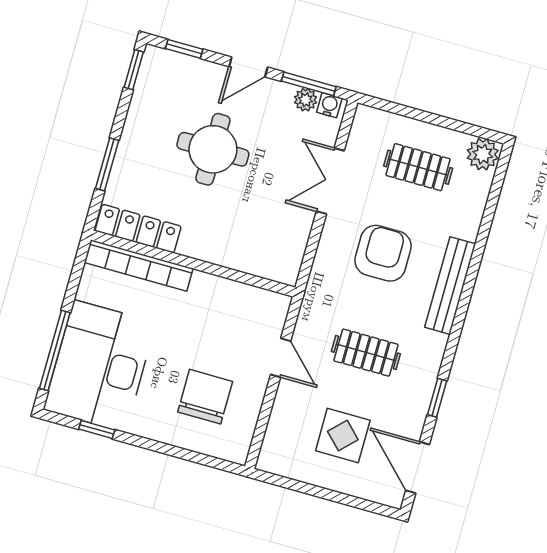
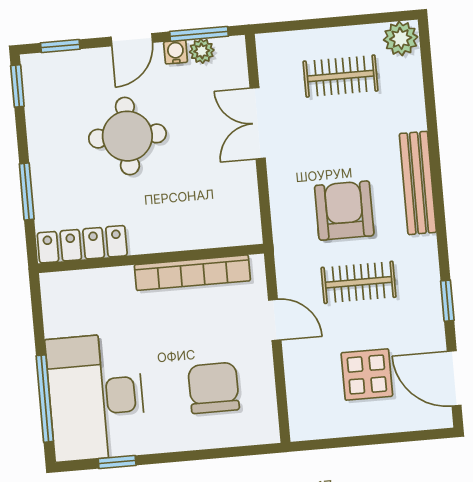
water cooler: (329, 105) -> (176, 52), moved
armchair: (383, 253) -> (344, 211), moved
bookcase: (139, 265) -> (192, 273), moved

